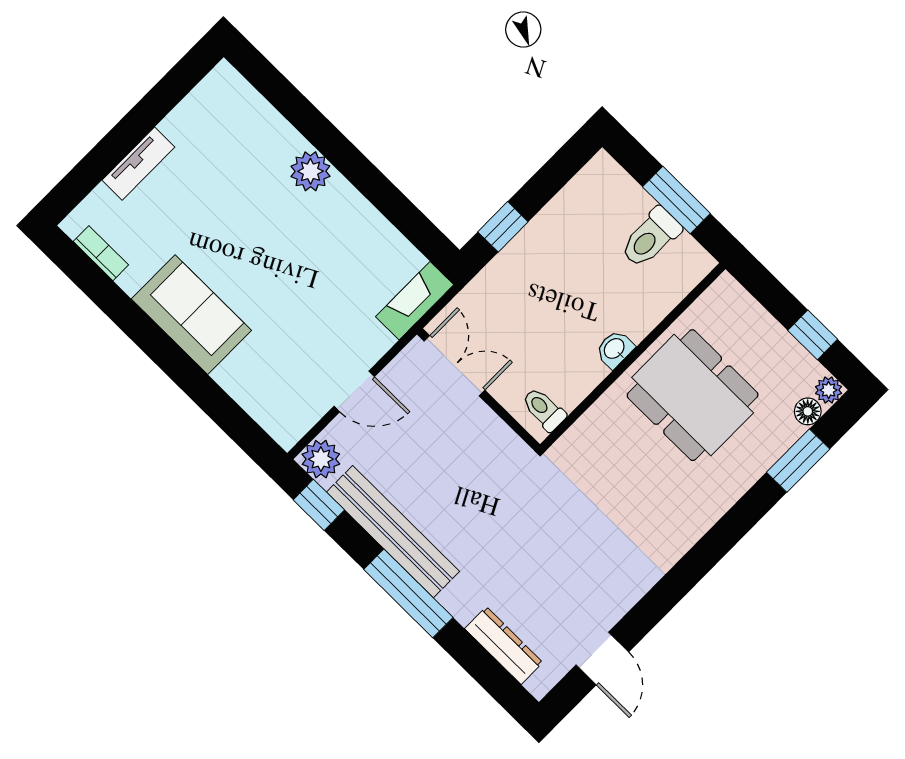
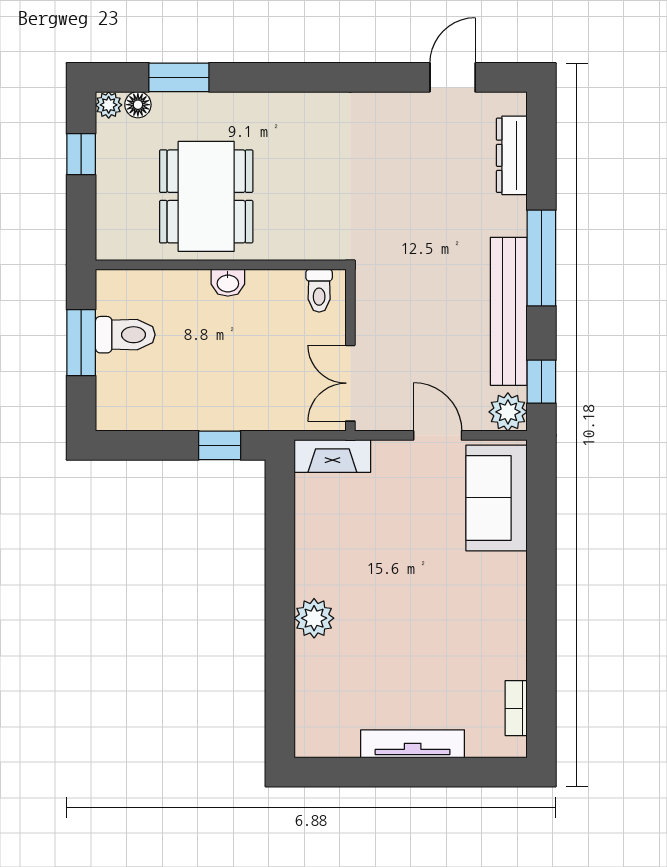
tv unit: (138, 164) -> (413, 744), width x1.41
sofa: (191, 315) -> (497, 498), moved

